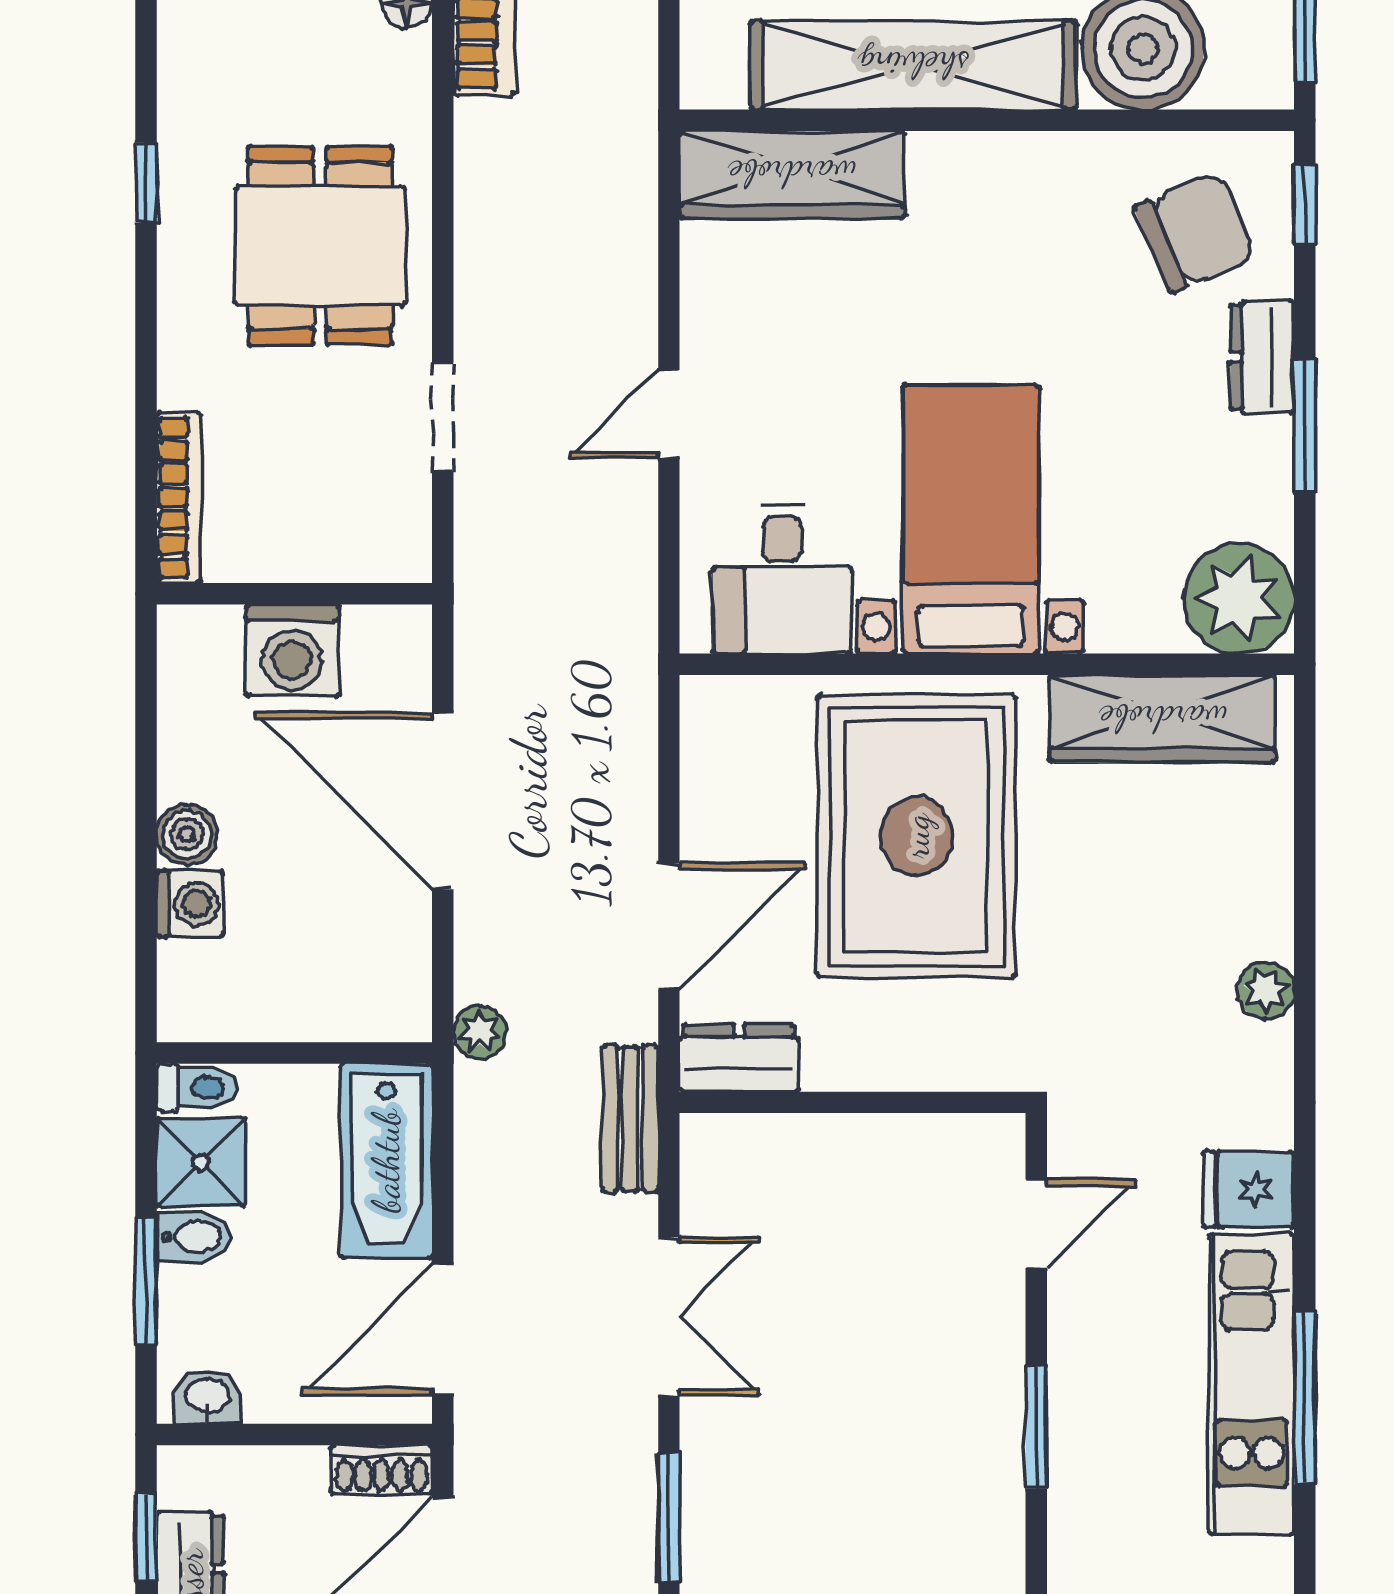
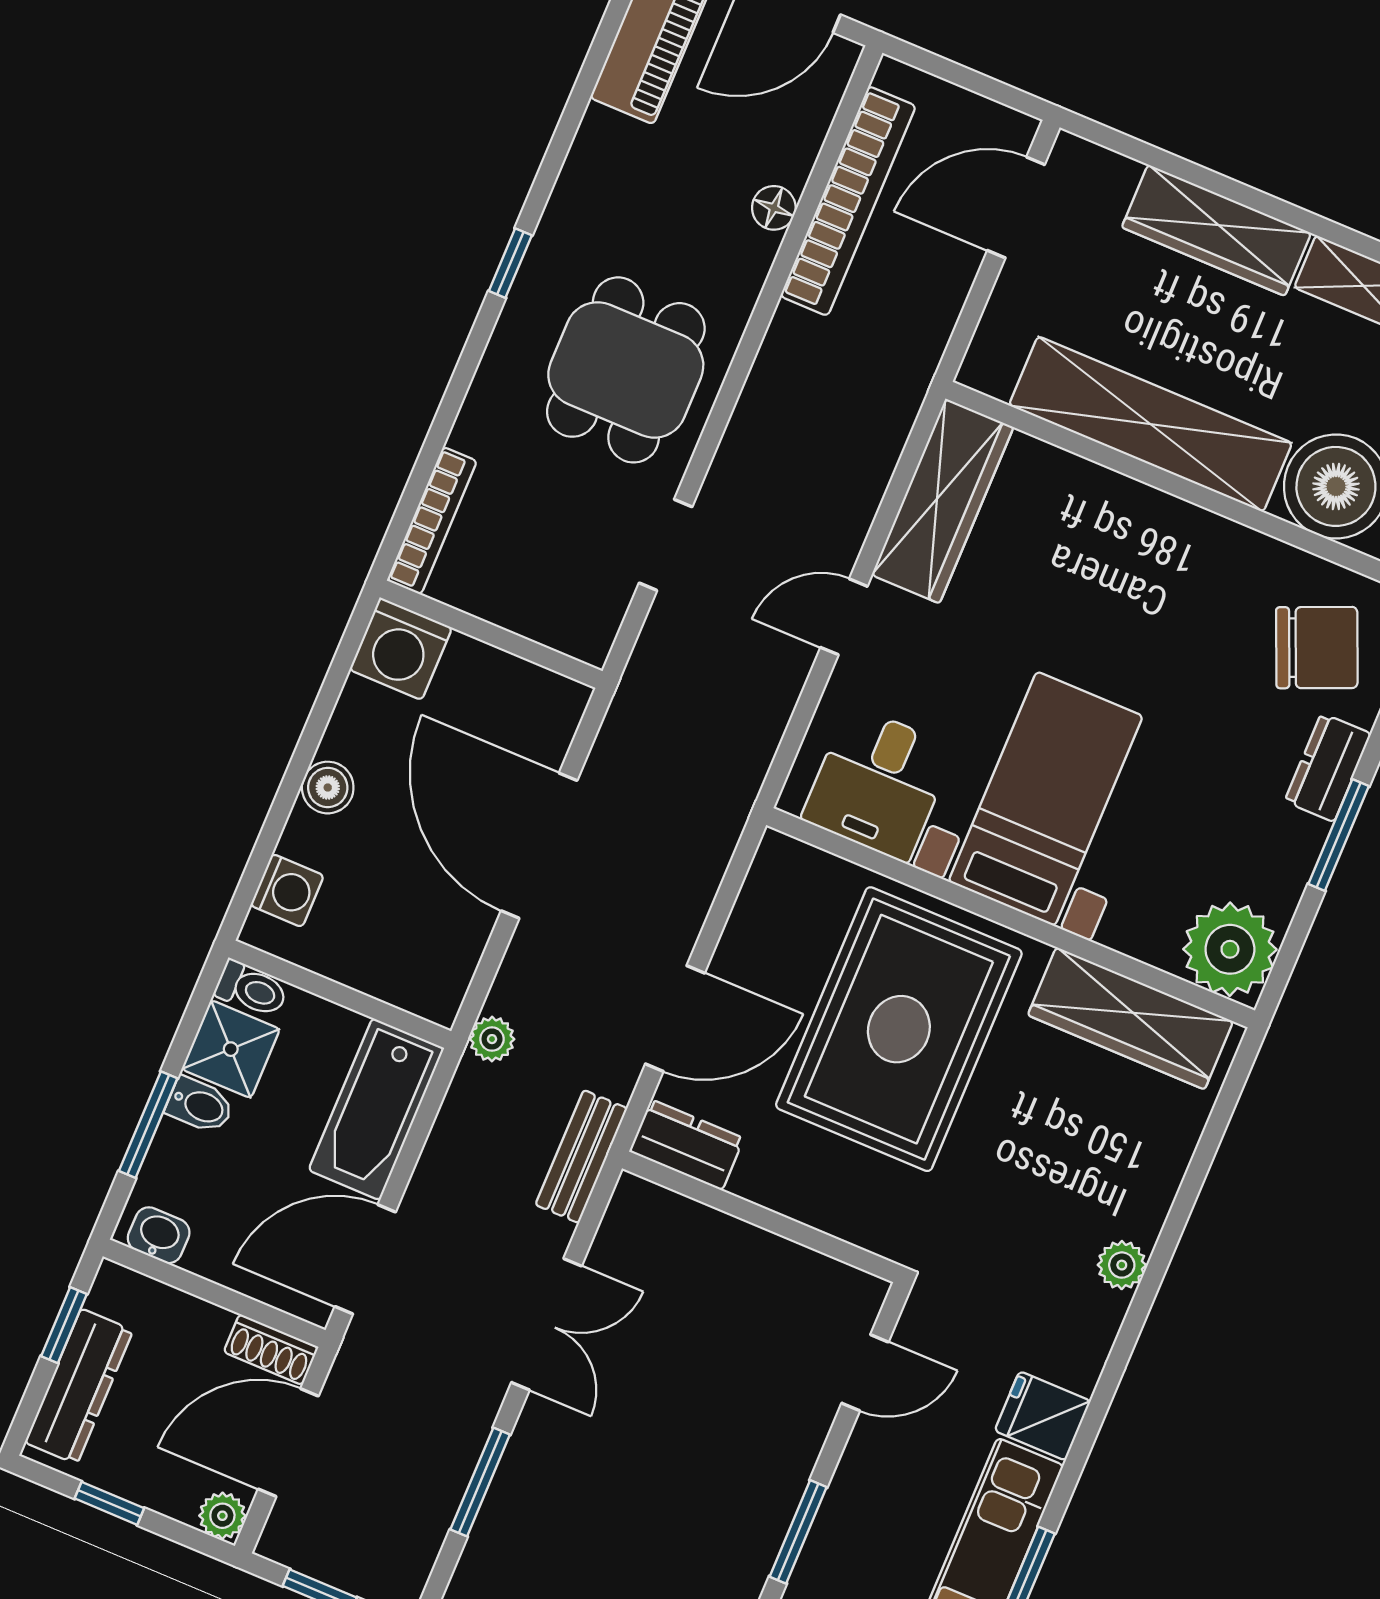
wardrobe: (792, 174) -> (943, 501), moved, turned -90
washing machine: (292, 651) -> (401, 649), moved
washing machine: (190, 904) -> (287, 891), moved

